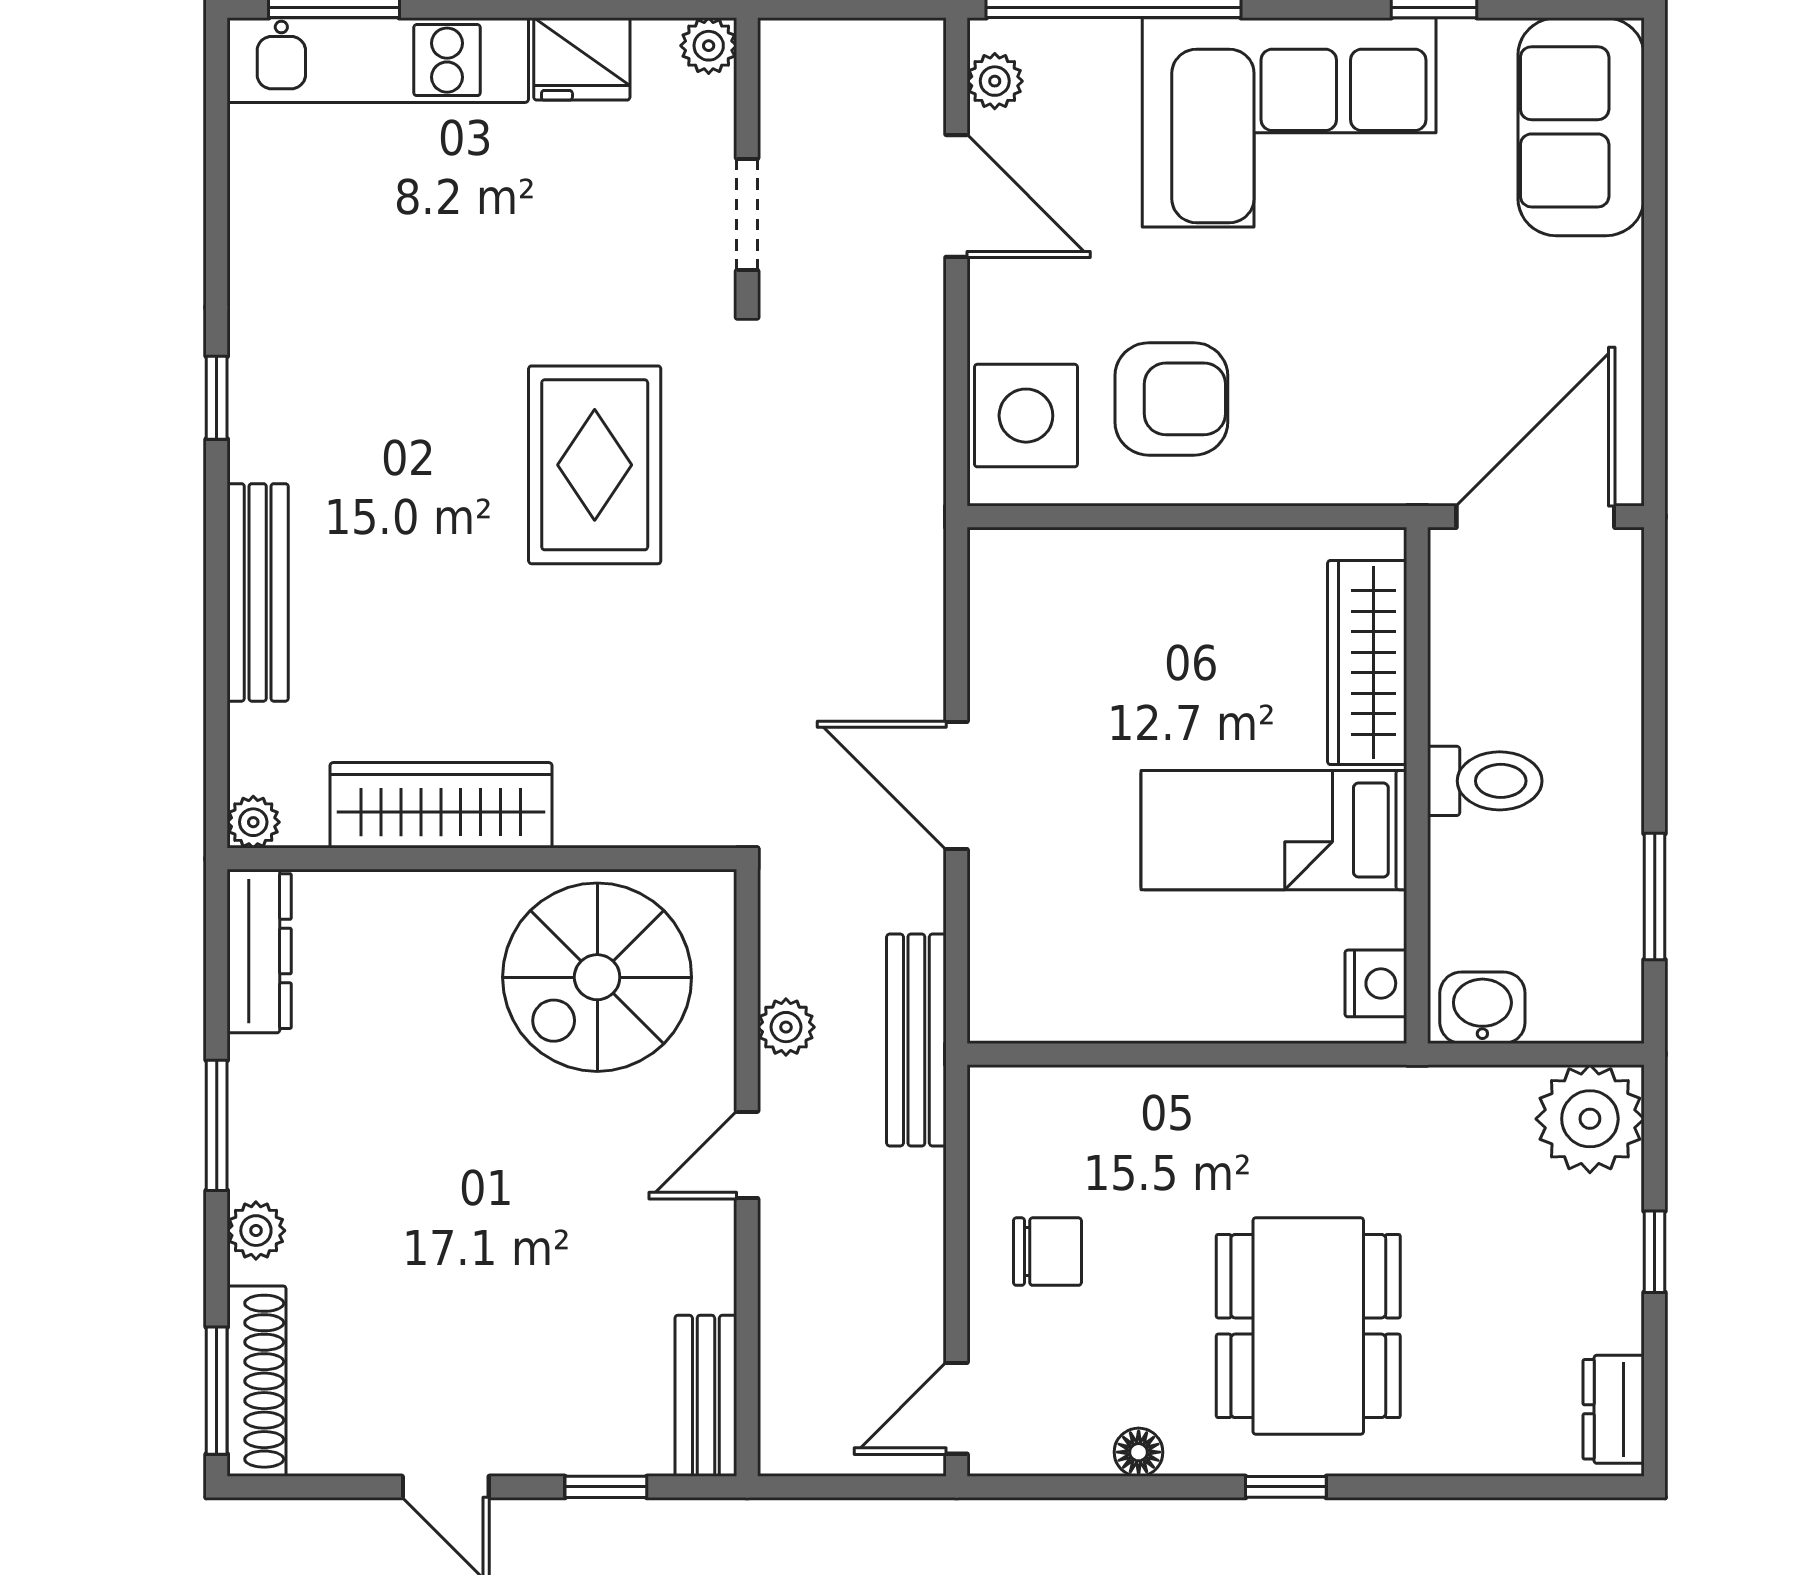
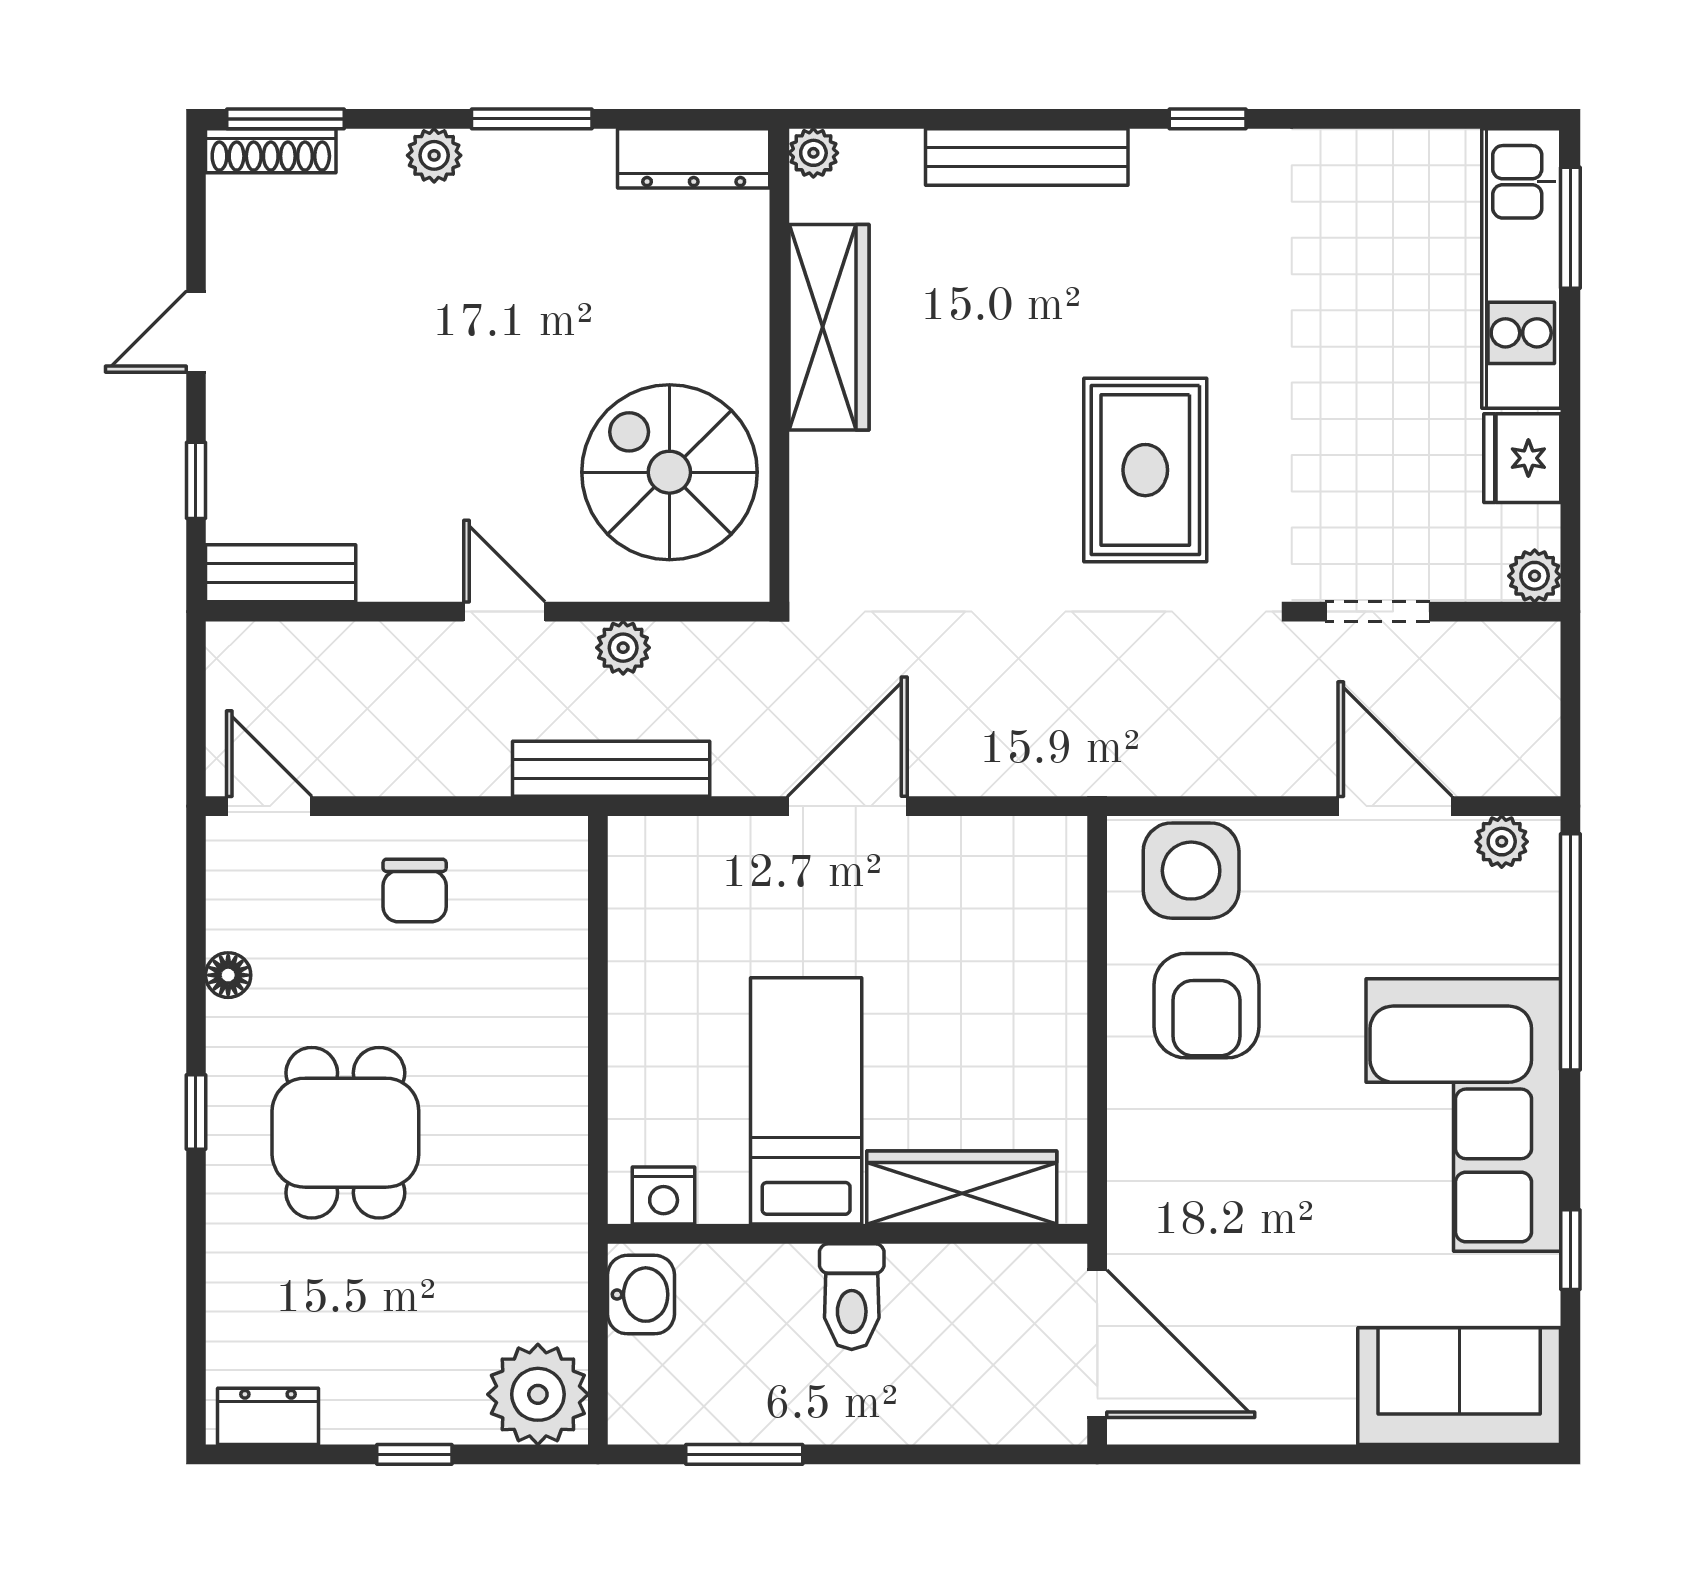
door: (957, 196) -> (1395, 806), swing flipped
rug: (595, 465) -> (1145, 470), turned 90
dining table: (1308, 1326) -> (345, 1133), width x0.73
shoe rack: (257, 1381) -> (271, 151), width x0.74, depth x0.81

